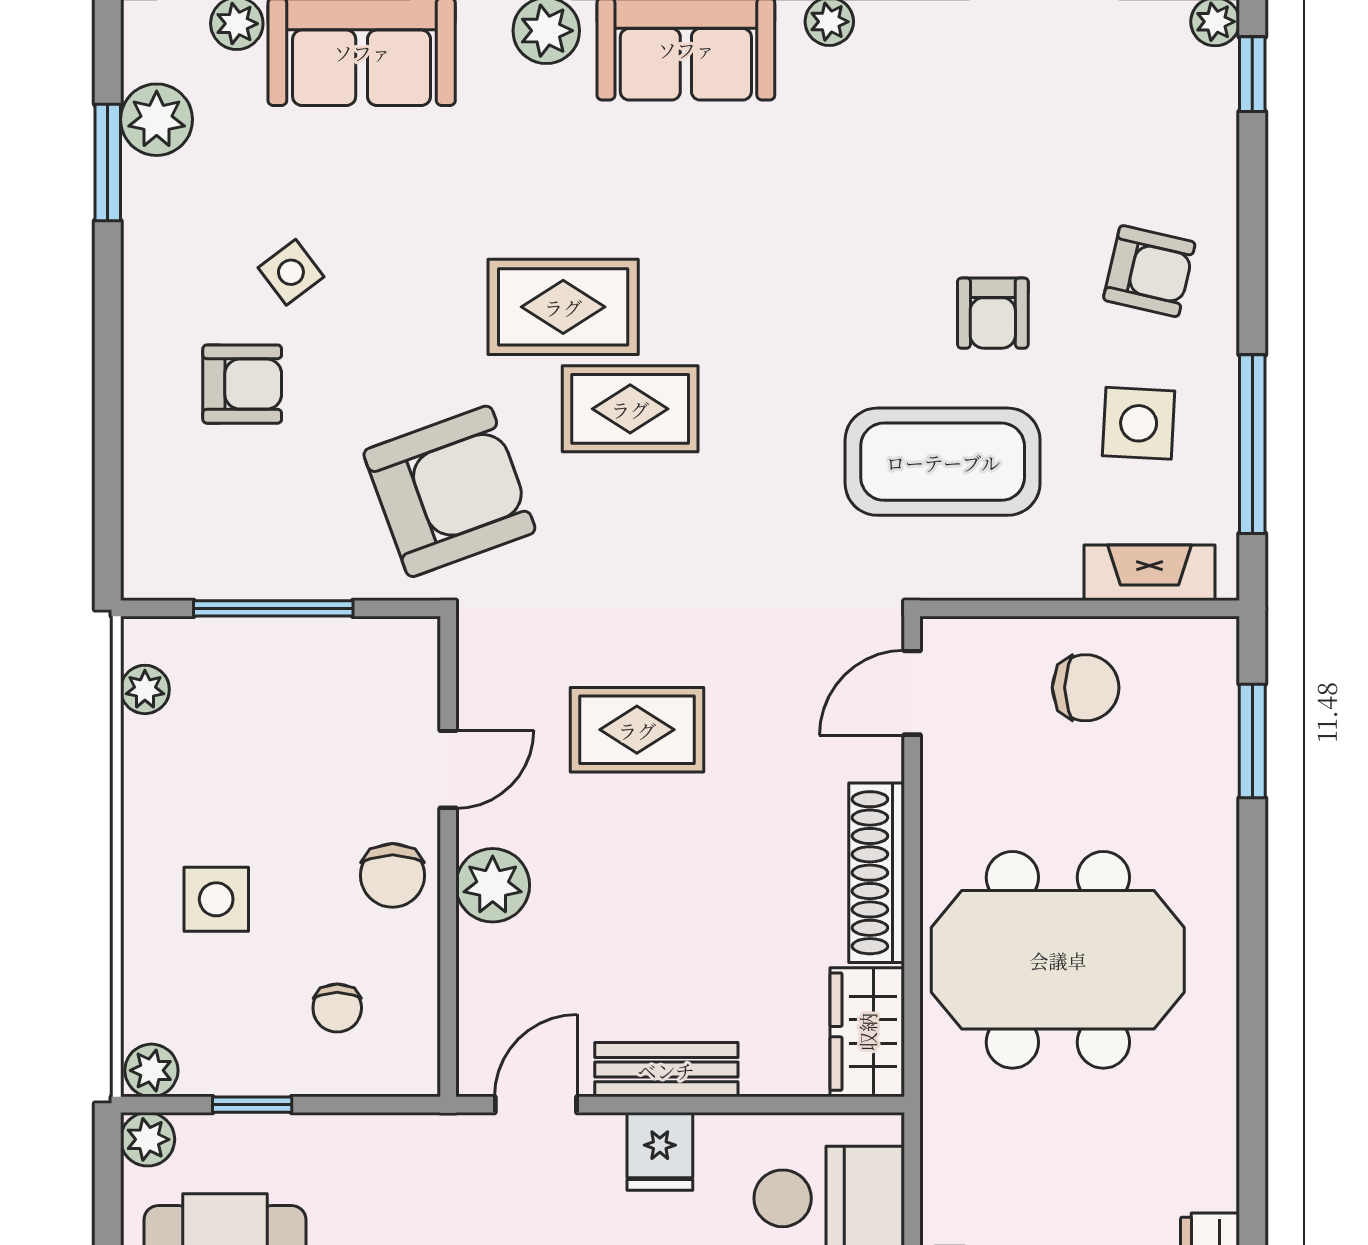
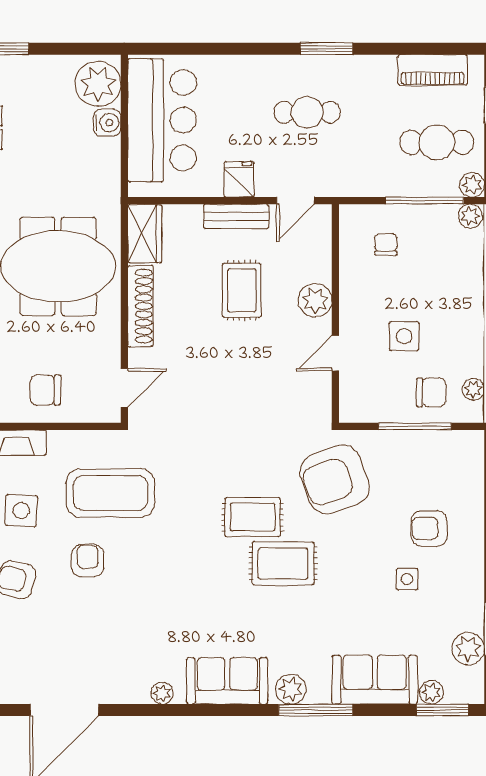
side table: (291, 272) -> (407, 579), turned 37
rug: (637, 730) -> (242, 290), moved, turned 90
chair: (393, 875) -> (431, 392), moved, turned 90
side table: (216, 899) -> (404, 336), moved
window: (252, 1105) -> (425, 201), width x2.17

